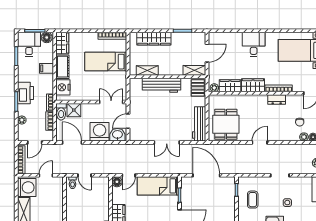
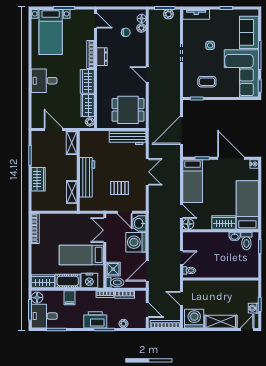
wardrobe: (154, 39) -> (38, 179), width x0.67
bed: (106, 62) -> (81, 255), moved, turned 90
pallet: (198, 88) -> (119, 188), moved

